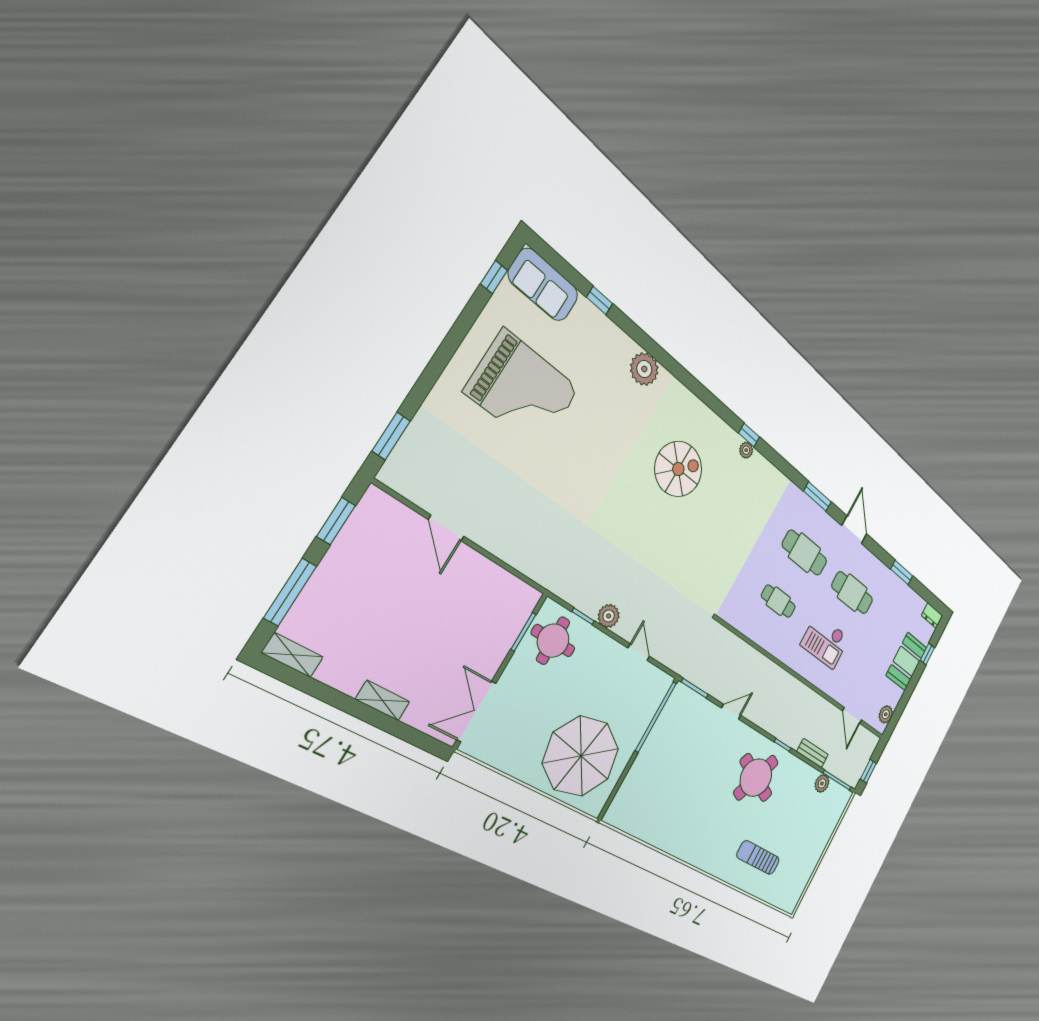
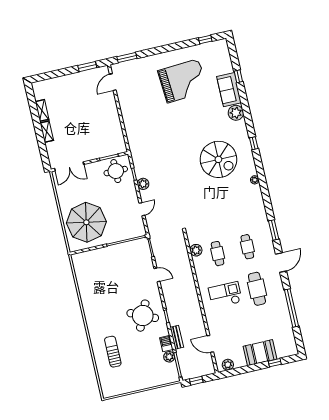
sofa: (543, 285) -> (229, 90), moved
grand piano: (523, 390) -> (183, 81), turned -94
window: (749, 435) -> (254, 143), moved
spiral stairs: (678, 469) -> (218, 159), width x1.37, depth x1.37
door: (446, 528) -> (113, 82), moved
cafe table: (805, 553) -> (247, 247), width x0.73, depth x0.74
window: (902, 573) -> (291, 308), width x2.11
window: (290, 592) -> (55, 74), removed
dresser: (932, 616) -> (293, 347), removed
plant: (751, 627) -> (196, 250), added
checkout: (825, 641) -> (225, 295), turned 90
shelving: (292, 655) -> (42, 110), moved
double door: (476, 711) -> (69, 166), swing flipped
door: (852, 715) -> (210, 344), hinge flipped
barbecue: (807, 774) -> (166, 344), added

